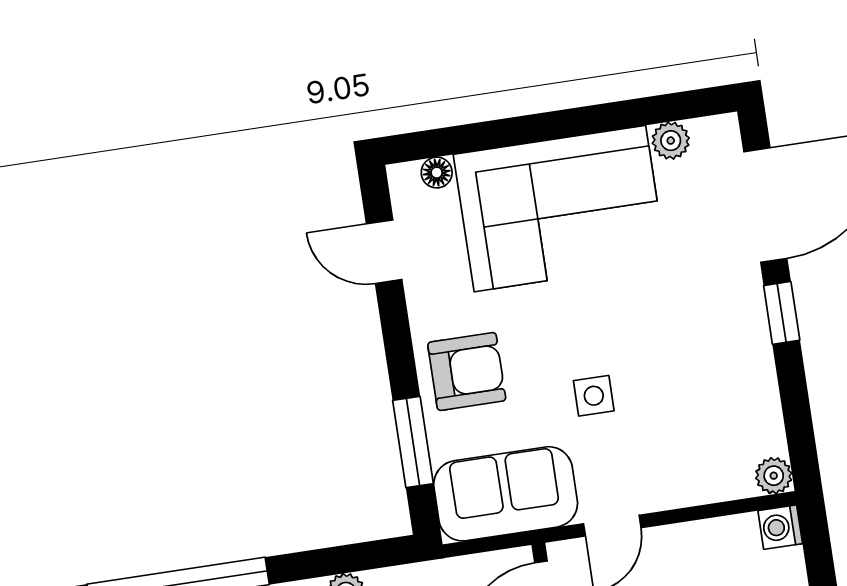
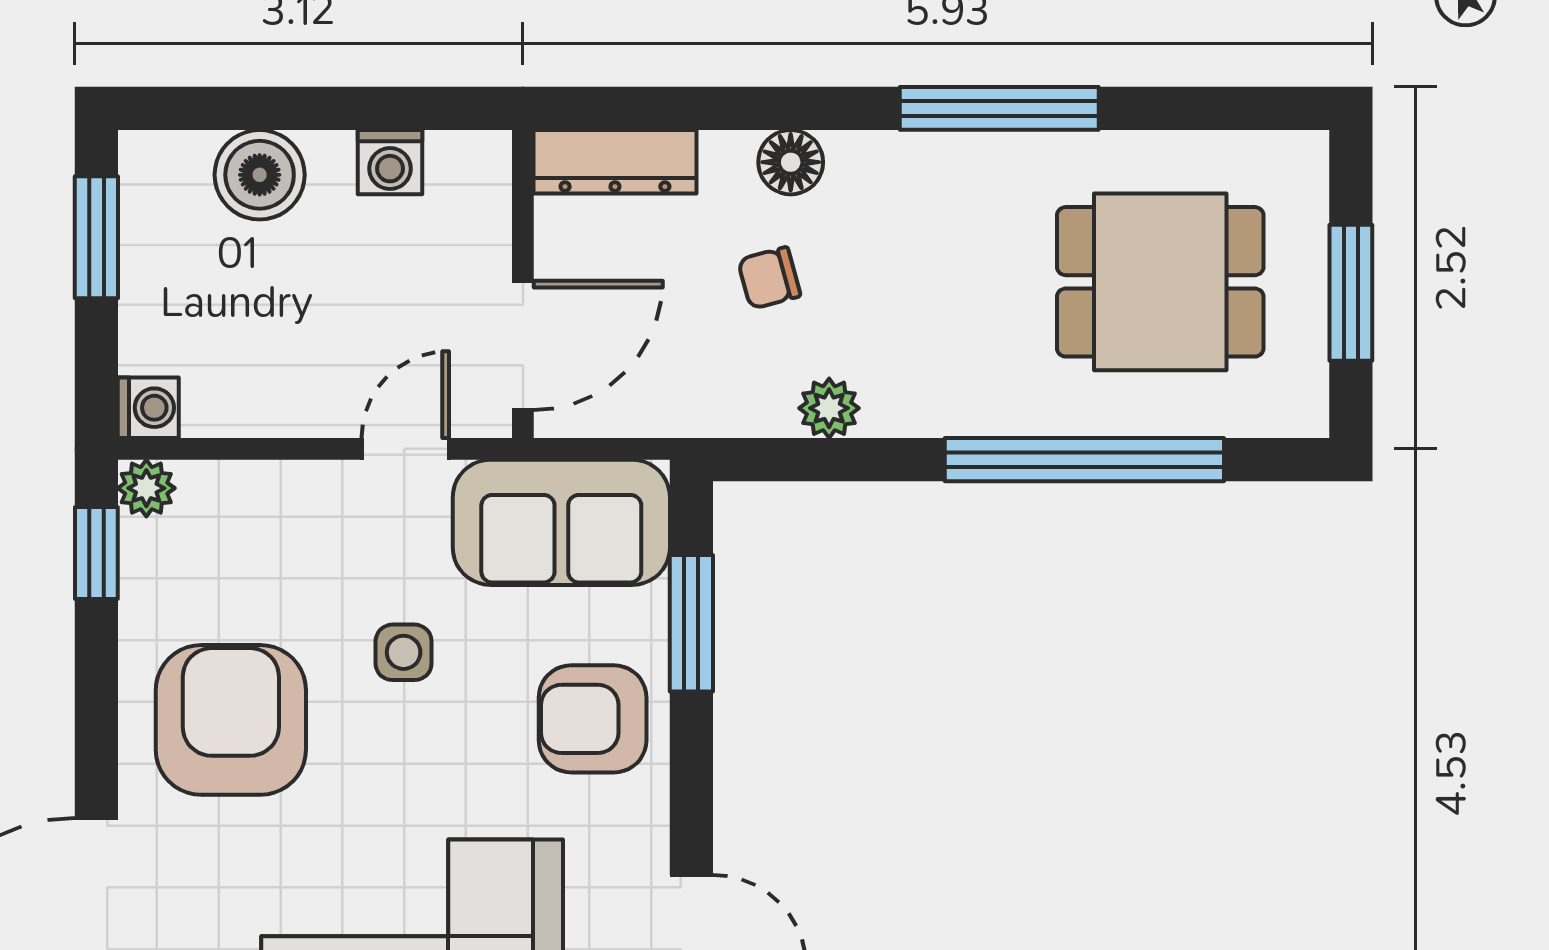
window: (782, 313) -> (96, 553), moved
armchair: (697, 336) -> (231, 720), added

